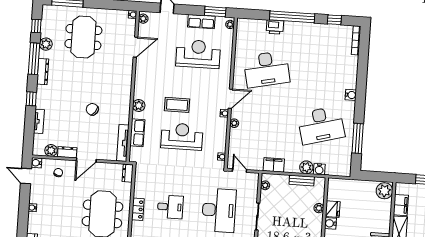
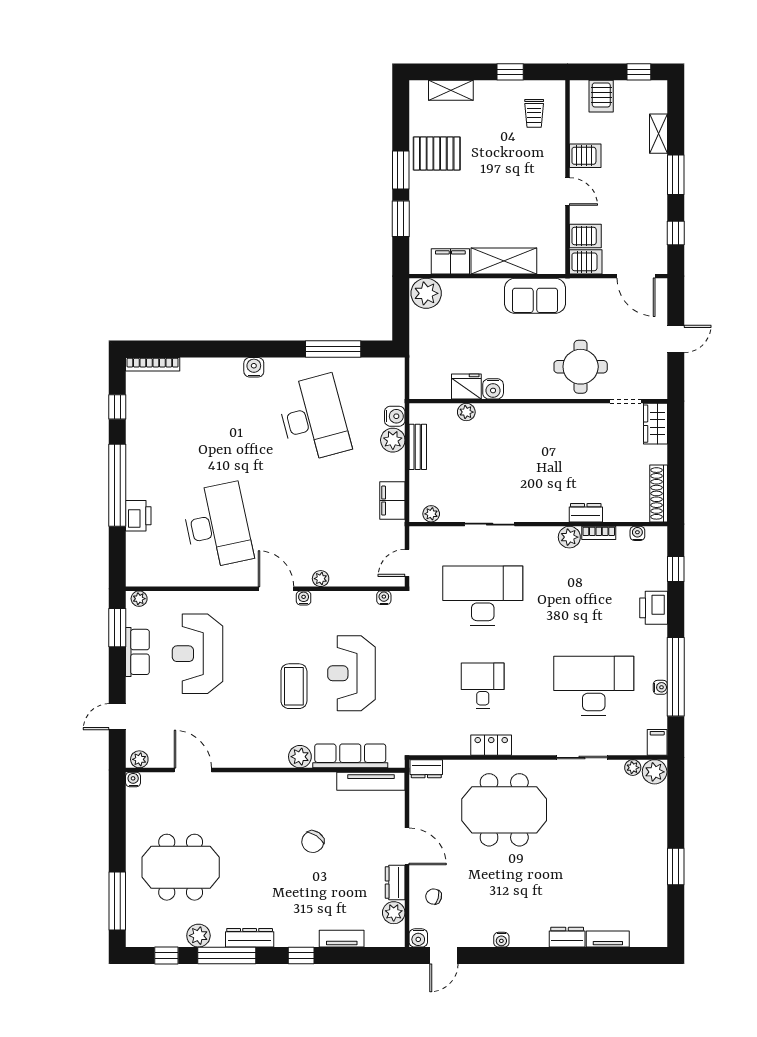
row of seats: (137, 133) -> (350, 756), width x1.48

